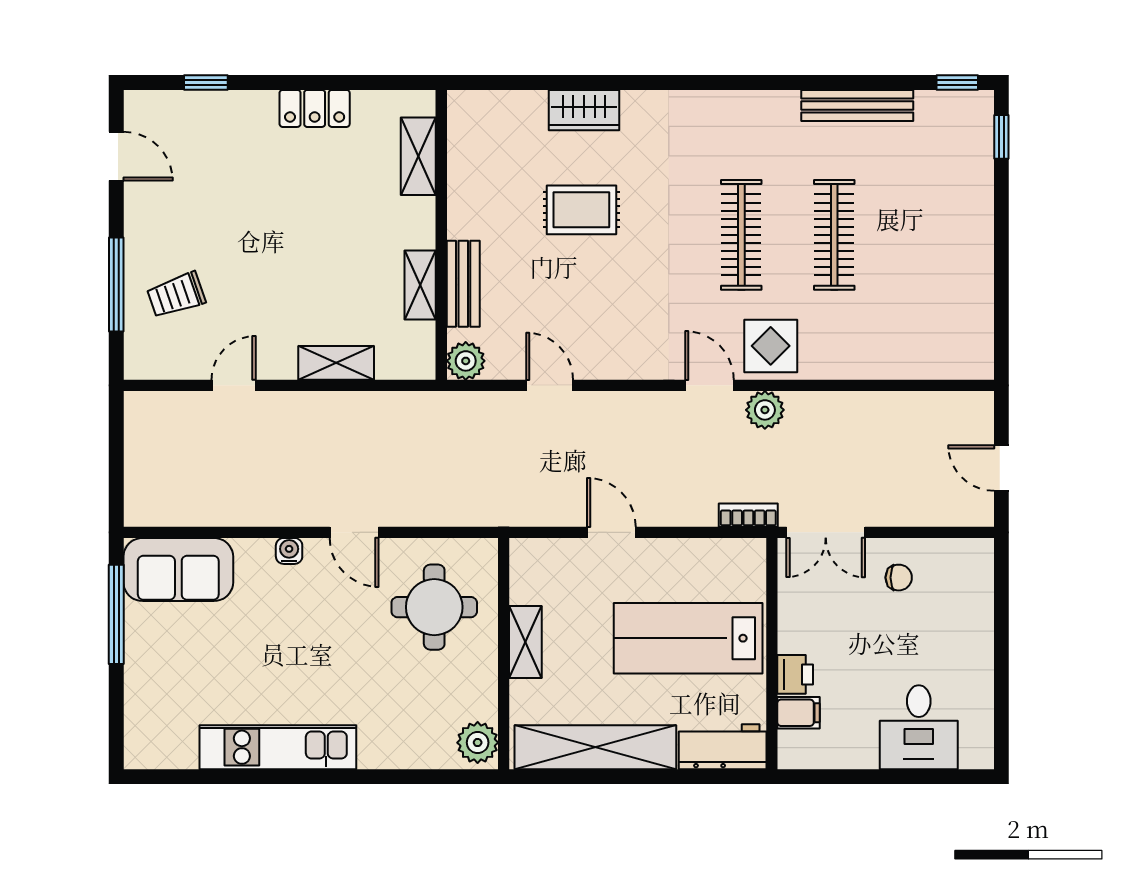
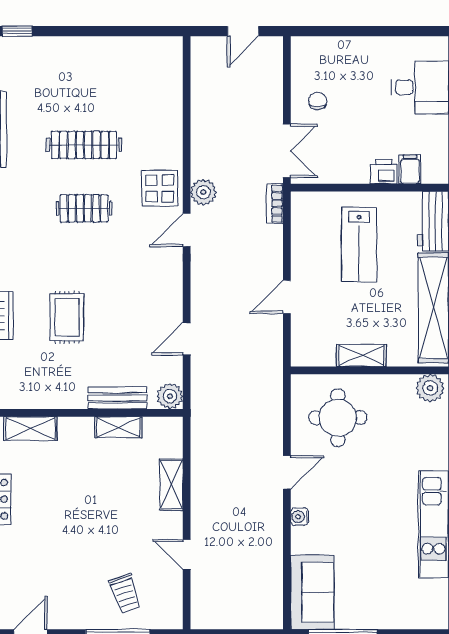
clothes rail: (741, 235) -> (84, 208), width x0.73
lab bench: (688, 638) -> (359, 245), width x0.73, depth x0.72

